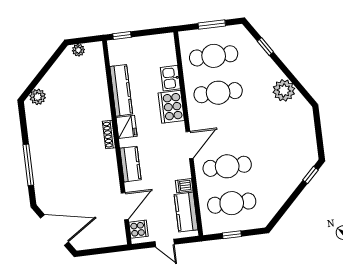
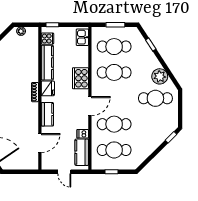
kitchen sink: (170, 78) -> (82, 37), moved
cafe table: (282, 122) -> (155, 98), added
cooker: (139, 229) -> (47, 39), moved

